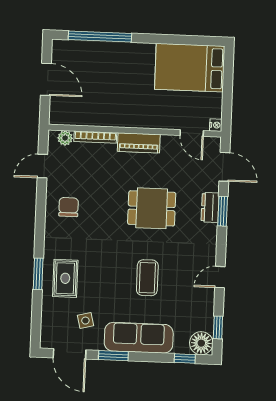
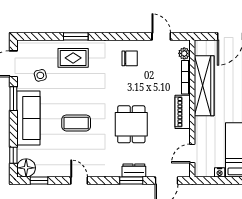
wardrobe: (107, 115) -> (204, 86), added
nightstand: (216, 125) -> (220, 172), moved

